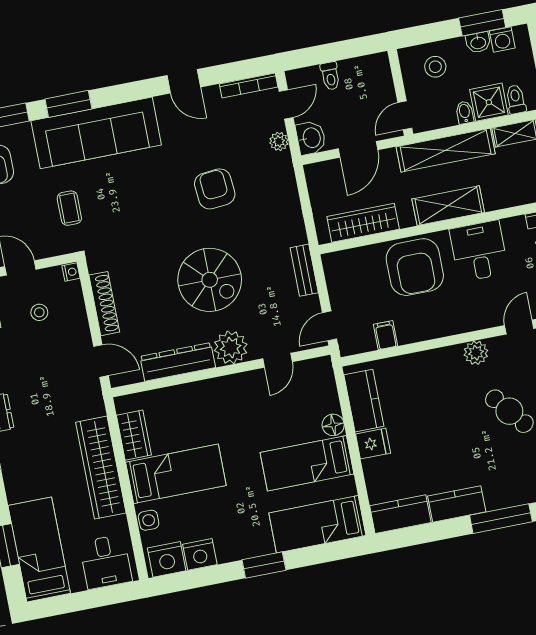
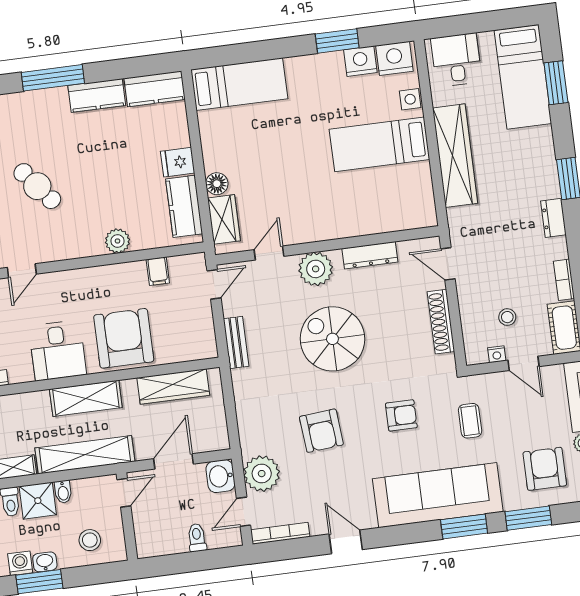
plant: (279, 141) -> (262, 474), width x1.88, depth x1.88
armchair: (137, 209) -> (401, 415), added
nightstand: (71, 272) -> (497, 354), moved, turned -90
plant: (476, 353) -> (118, 241), moved
dresser: (178, 362) -> (370, 255), width x0.73, depth x0.80
wardrobe: (134, 435) -> (224, 219), moved, turned 180
bed: (307, 463) -> (246, 147), removed
window: (264, 565) -> (337, 41), moved

